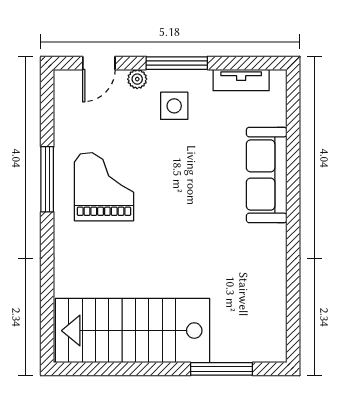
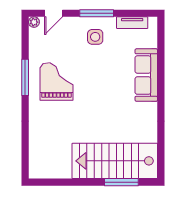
plant: (137, 79) -> (34, 22), moved
stairs: (132, 331) -> (115, 161), moved

